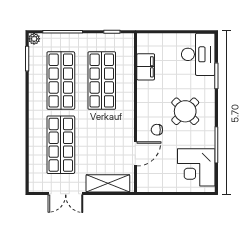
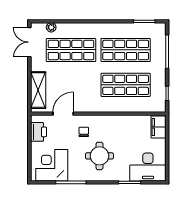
plant: (34, 39) -> (51, 27), moved
filing cabinet: (146, 67) -> (158, 127), moved, turned 90
round table: (185, 111) -> (99, 156), turned 45
door: (135, 154) -> (63, 114), swing flipped
printer: (157, 183) -> (39, 132), added
double door: (66, 194) -> (29, 42), moved

